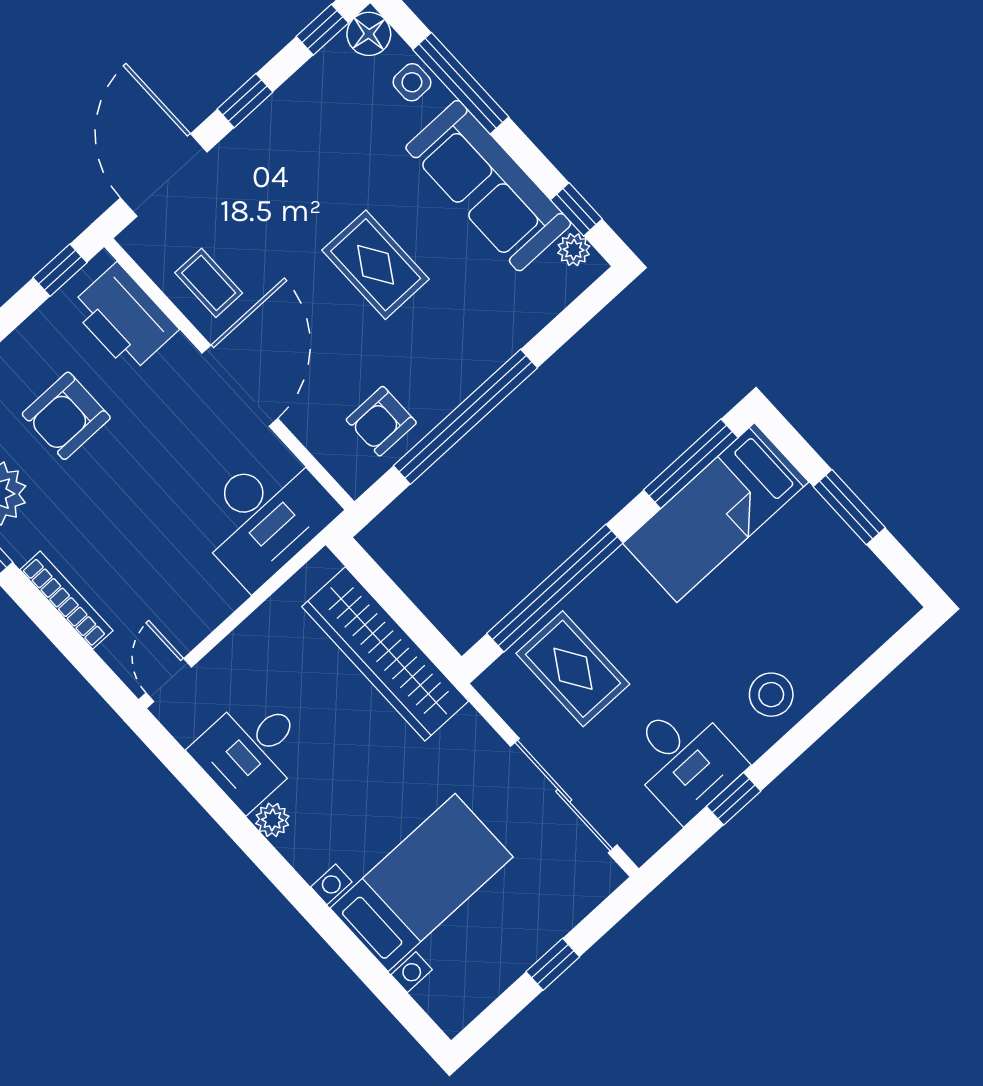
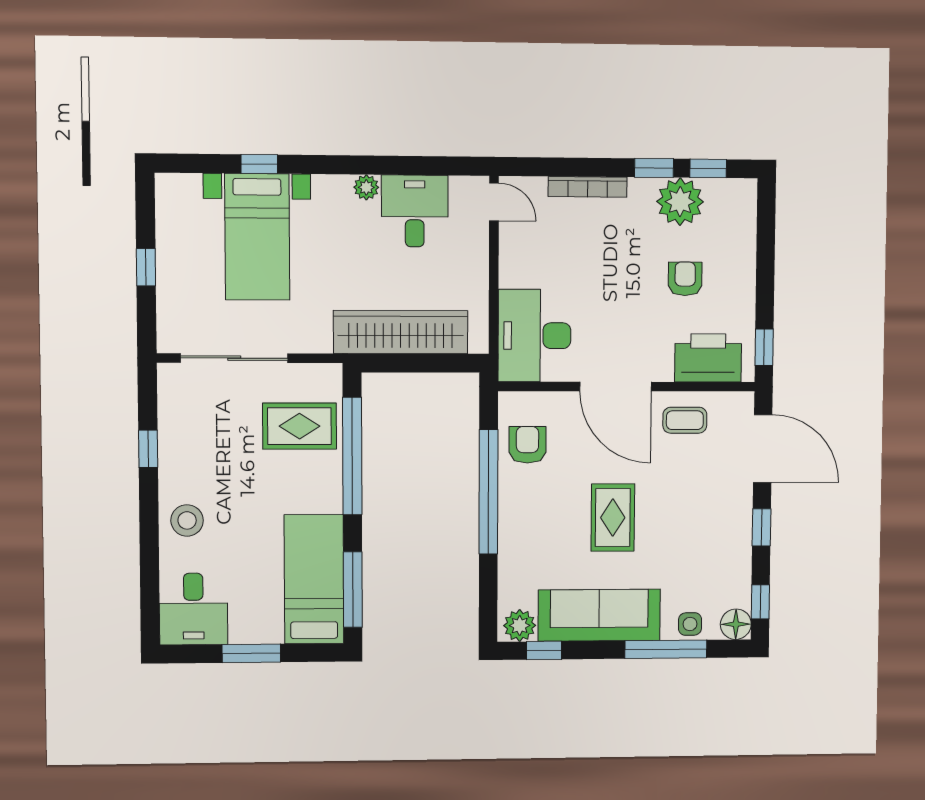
plant: (574, 250) -> (520, 626), width x1.38, depth x1.38
rug: (376, 265) -> (613, 518), turned 90
armchair: (66, 416) -> (685, 279), width x0.72, depth x0.72
desk: (684, 760) -> (193, 609), moved, turned -90
window: (347, 946) -> (259, 164), added

